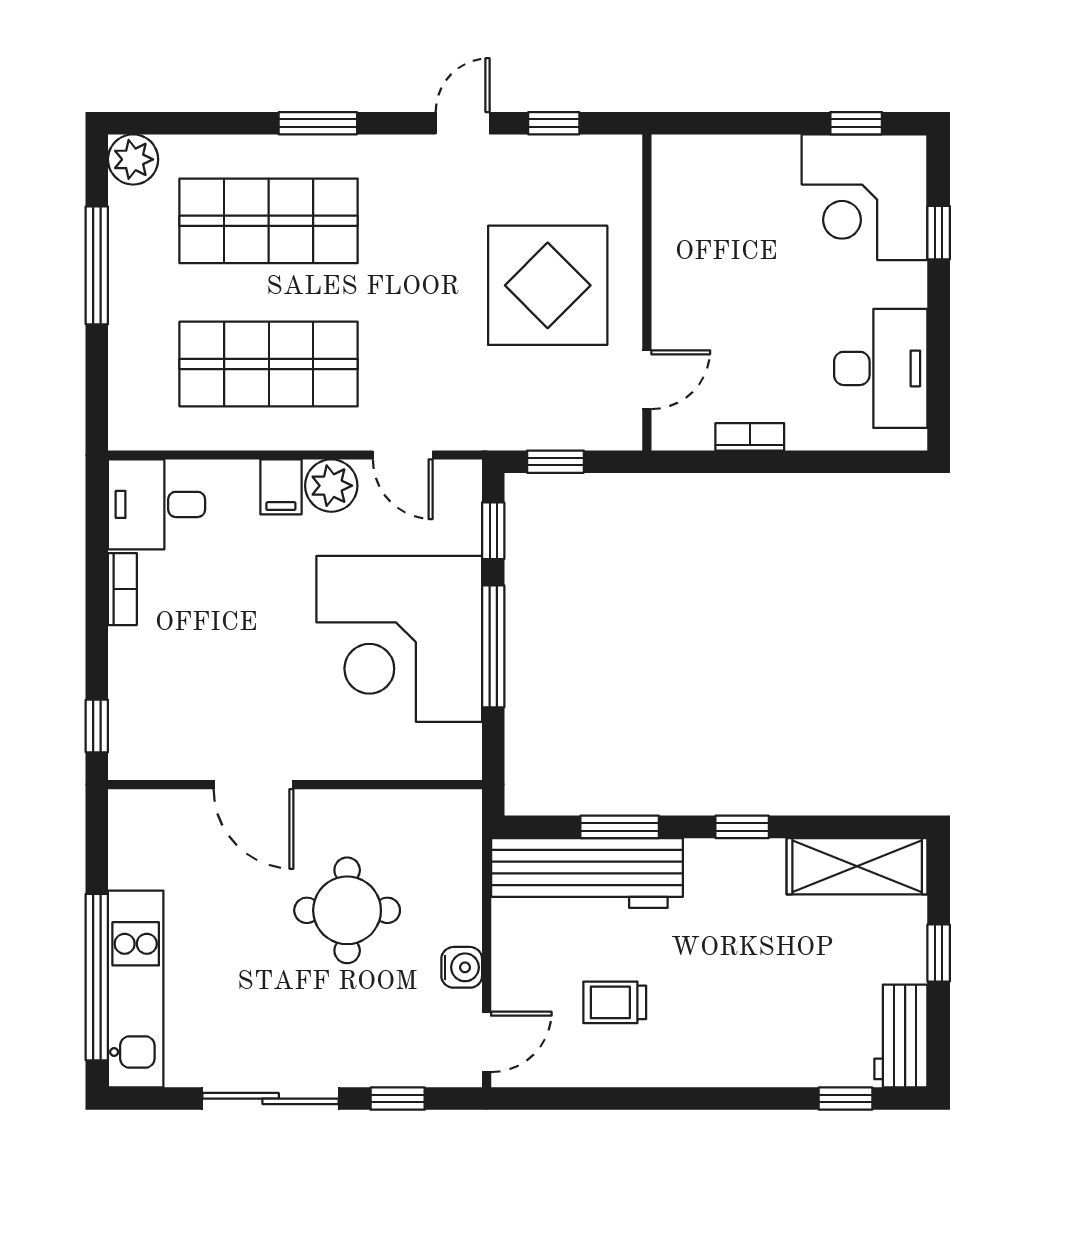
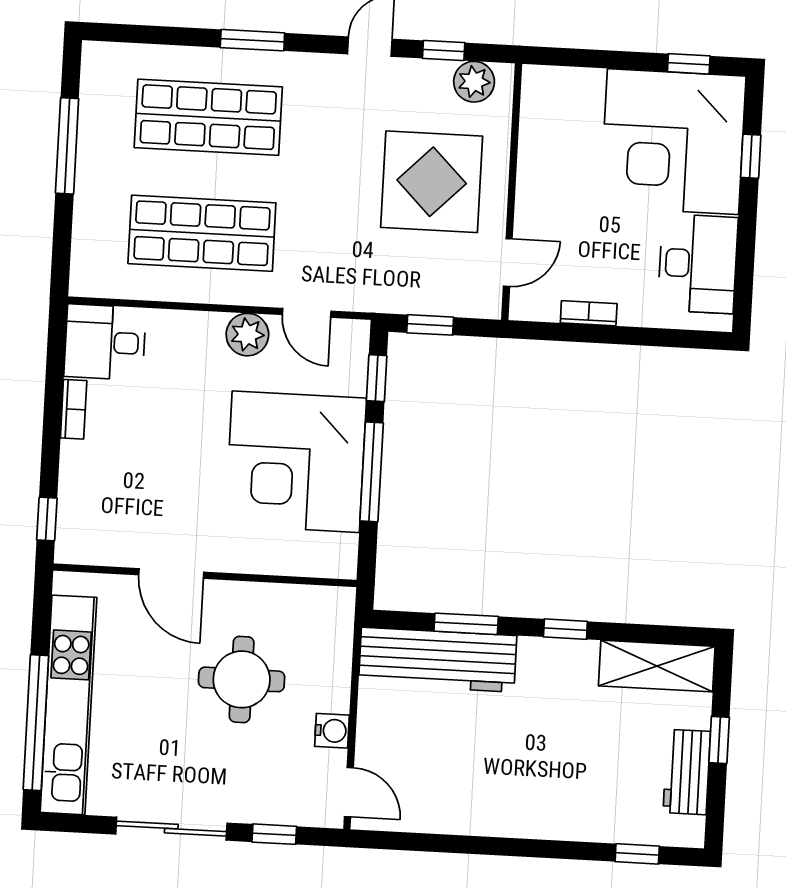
plant: (133, 159) -> (474, 82), moved
corner desk: (865, 197) -> (673, 142), width x1.36, depth x1.36
filing cabinet: (281, 487) -> (207, 333), removed
kitchen unit: (136, 989) -> (68, 705), width x1.36
trolley: (615, 1002) -> (454, 766), removed
workbench: (901, 1036) -> (687, 772), moved
door: (487, 1042) -> (349, 792), hinge flipped

